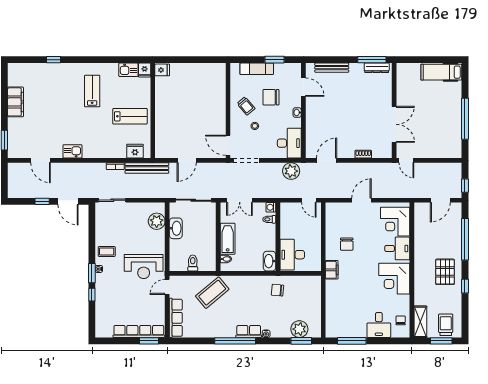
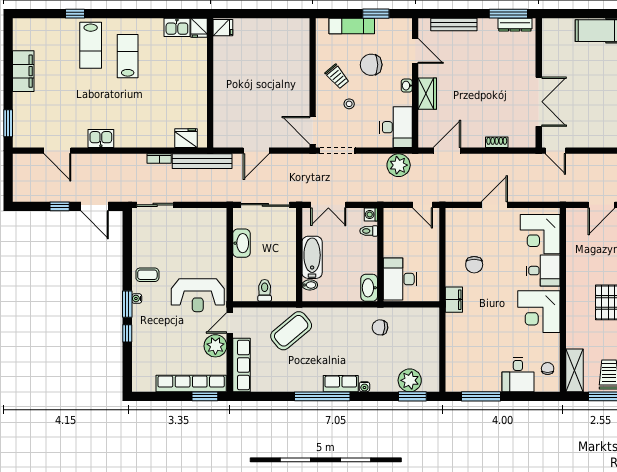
lab bench: (130, 116) -> (91, 45), moved, turned 90
wardrobe: (312, 118) -> (427, 94), added
plant: (157, 221) -> (215, 346), moved

